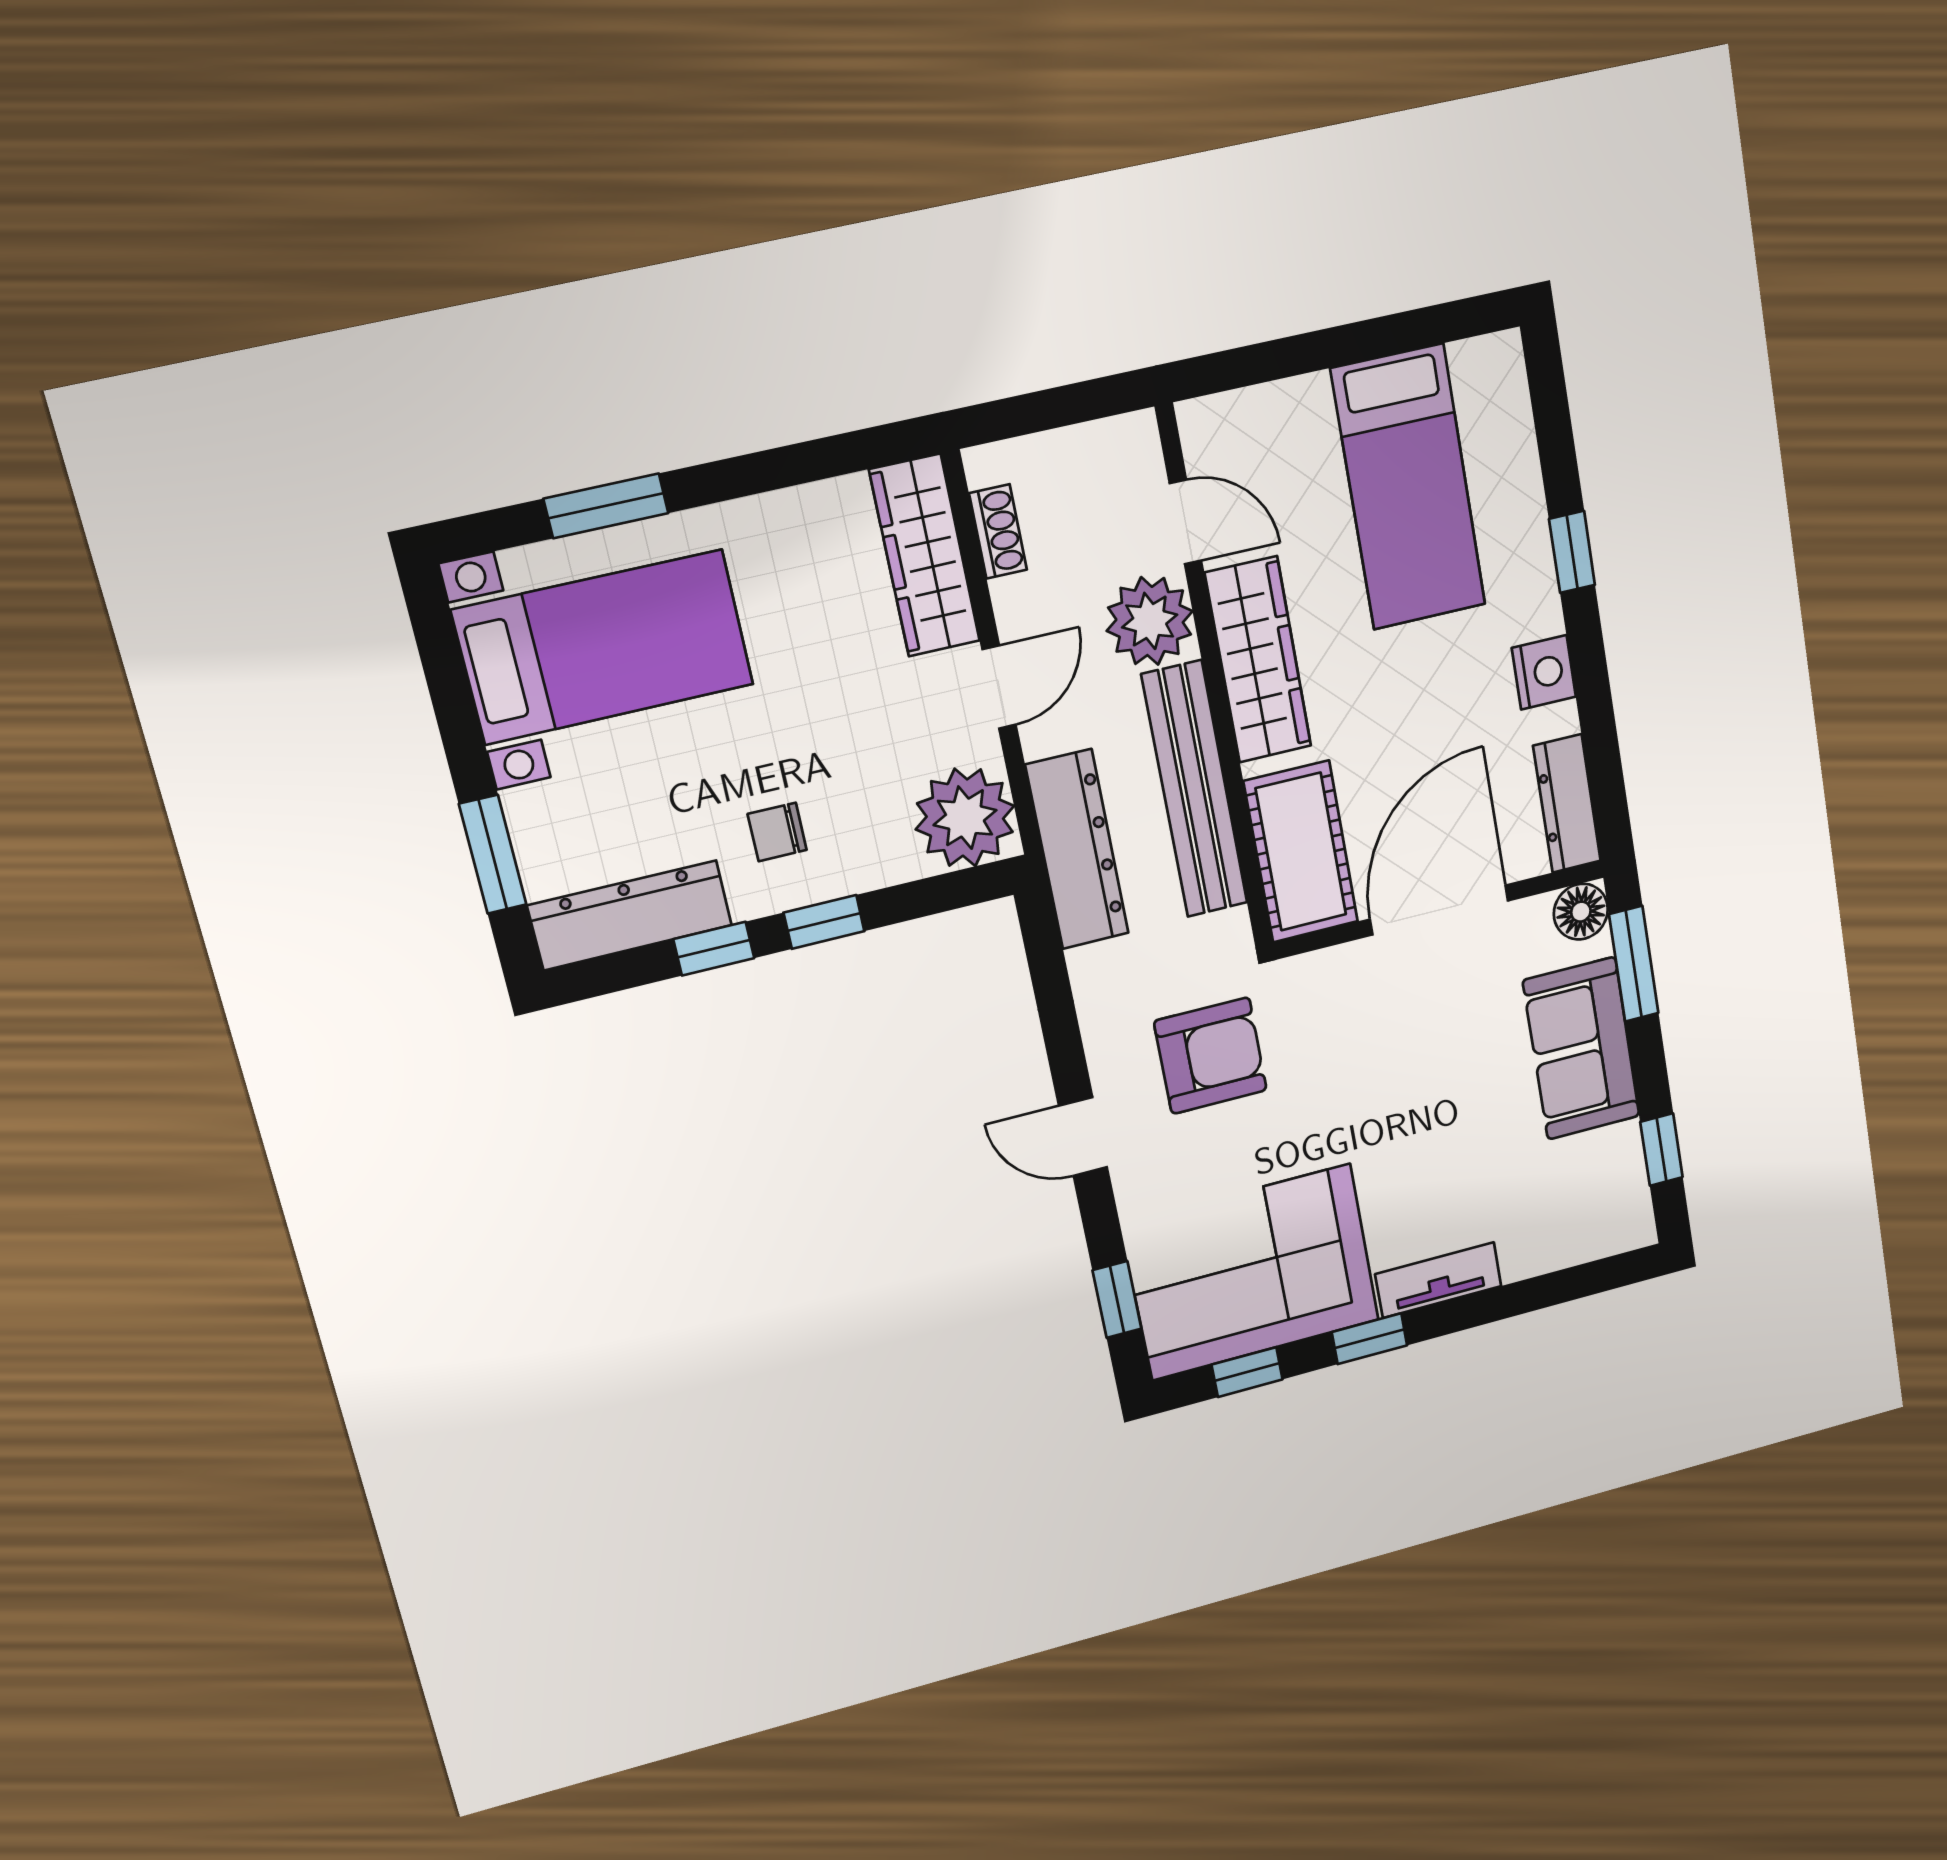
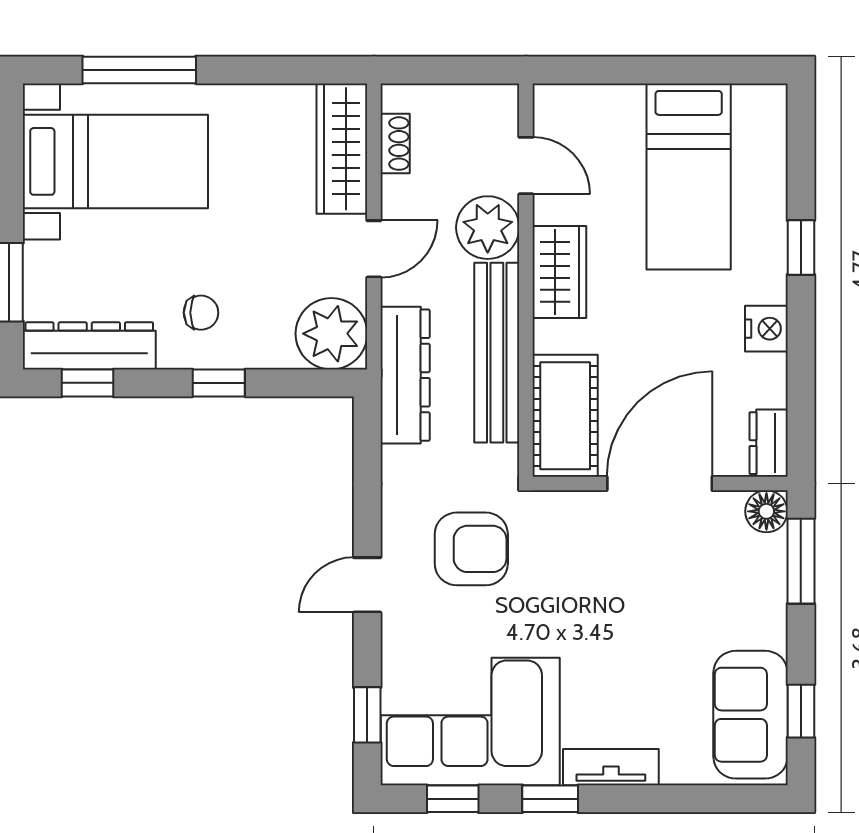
window: (606, 506) -> (139, 70), width x1.44
wardrobe: (1258, 660) -> (559, 272), width x0.67
dresser: (1567, 804) -> (769, 443), width x0.70
chair: (777, 832) -> (201, 313), turned 180
window: (714, 949) -> (87, 383), moved
sofa: (1581, 1049) -> (751, 715), moved
door: (1083, 1137) -> (367, 585), hinge flipped

